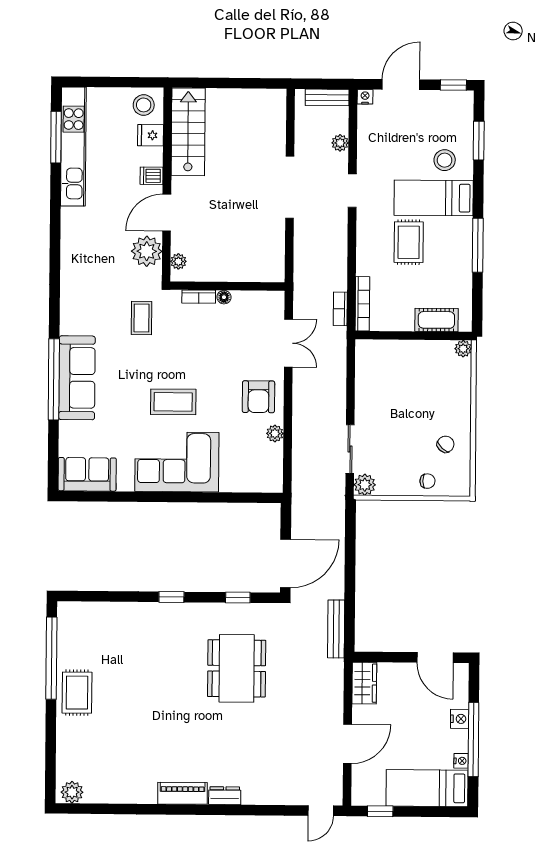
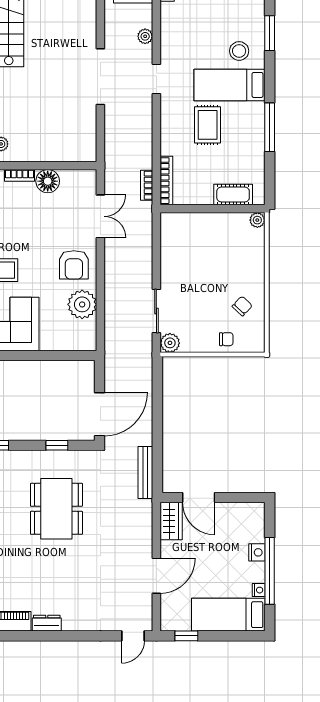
floor lamp: (224, 297) -> (48, 181), width x1.89, depth x1.89
plant: (275, 433) -> (82, 304), width x1.88, depth x1.88
door: (435, 658) -> (199, 498), moved

